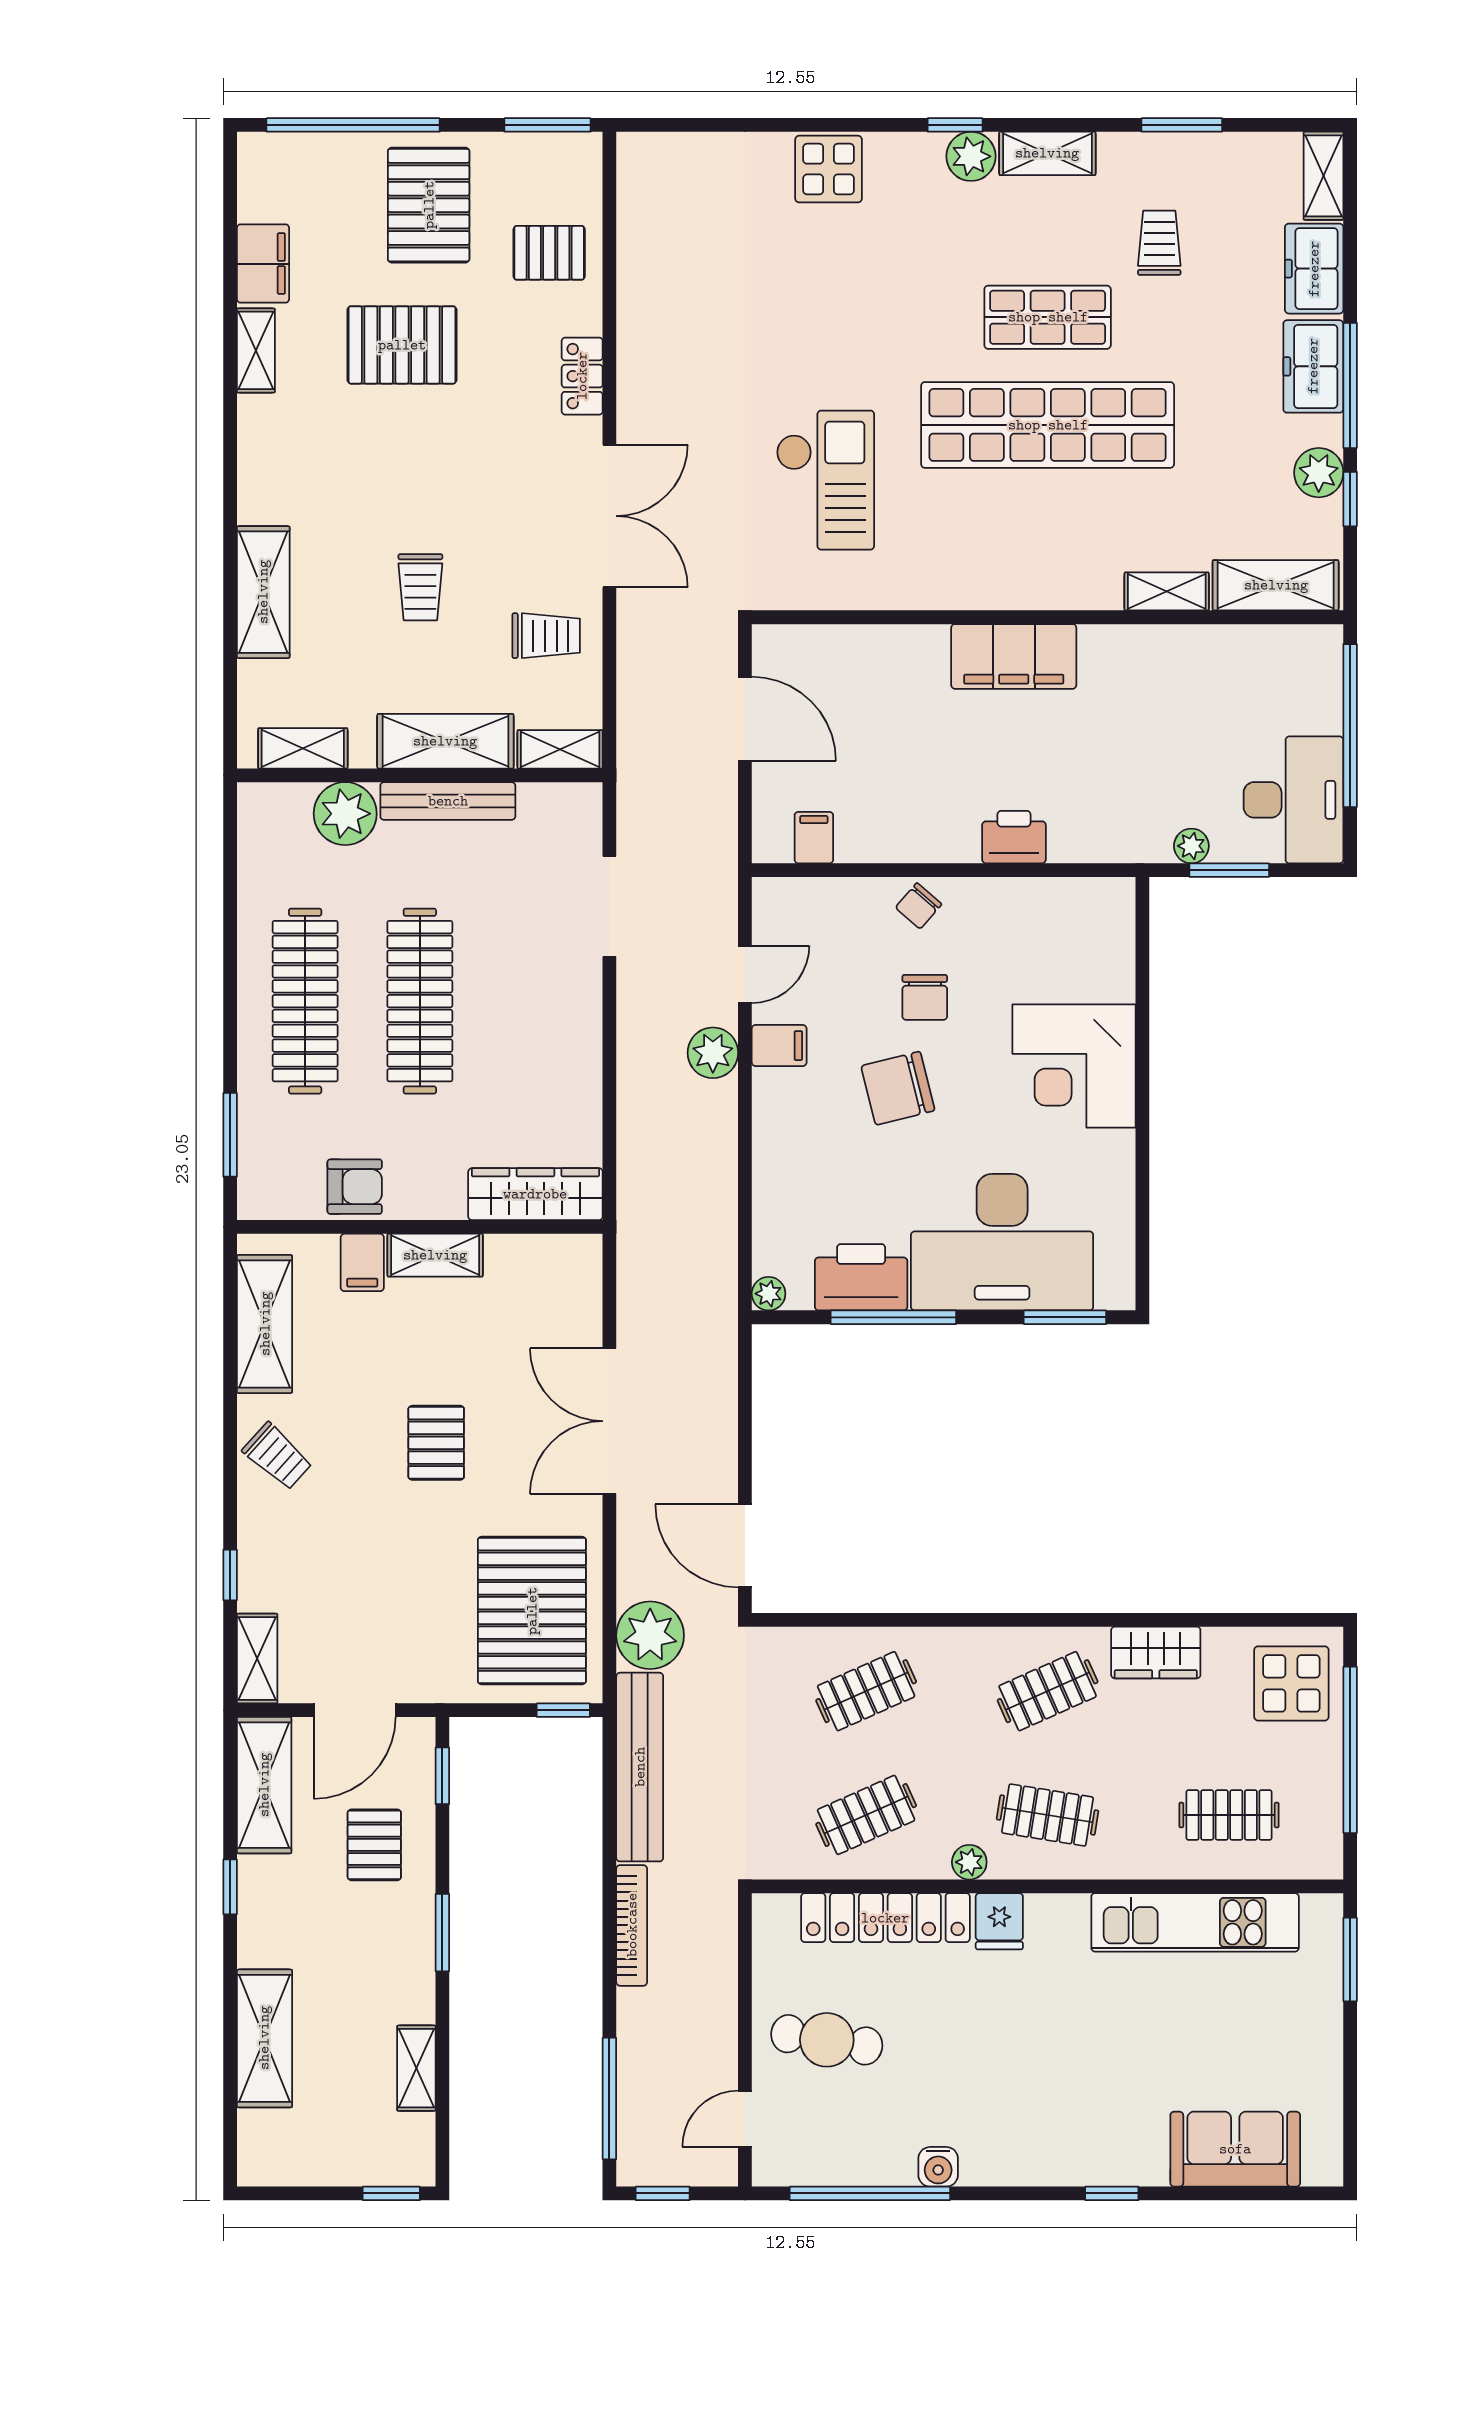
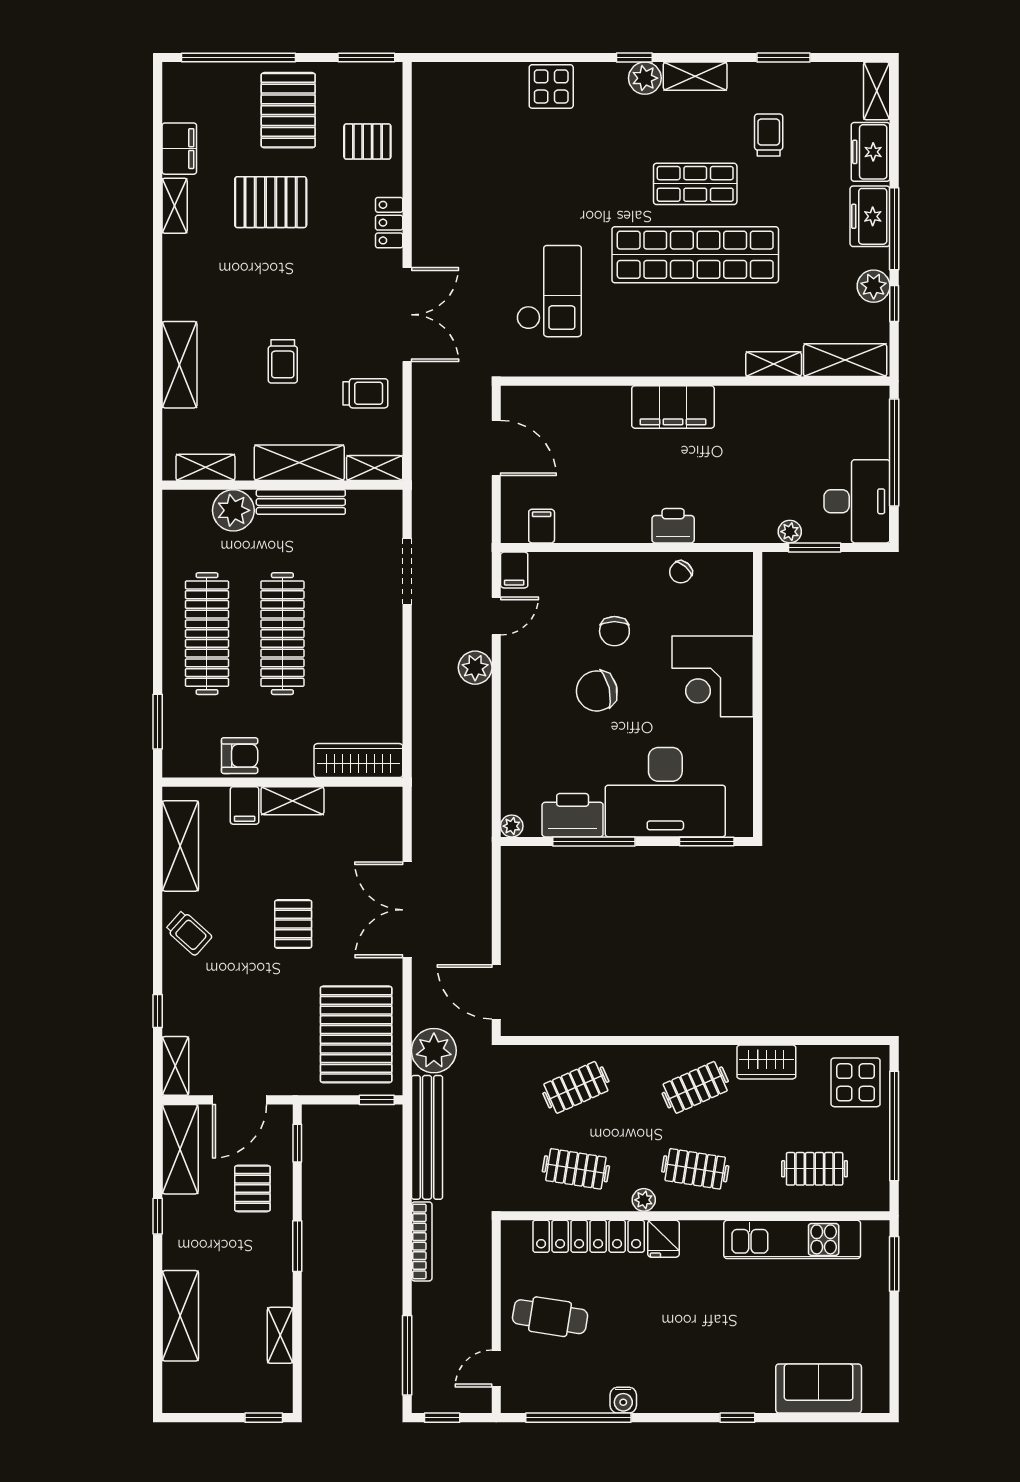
chair: (919, 906) -> (681, 572), moved
filing cabinet: (779, 1046) -> (514, 570), moved, turned 90
clothes rail: (866, 1815) -> (576, 1169), turned 33

